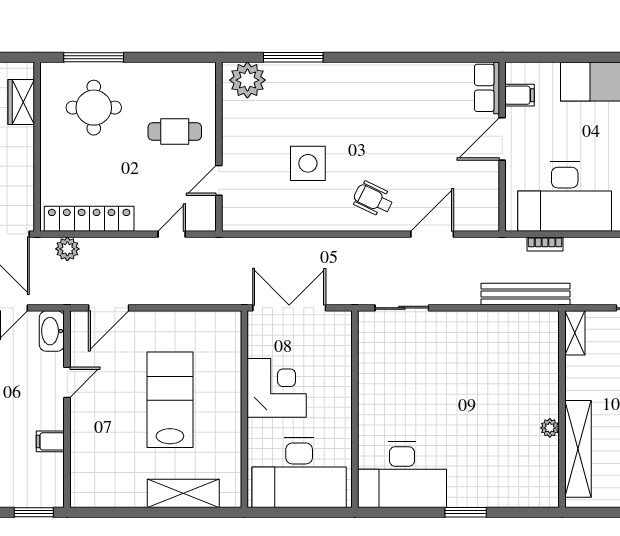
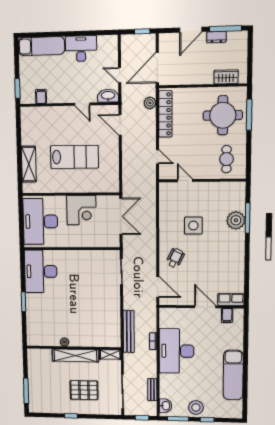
plant: (247, 80) -> (236, 220), moved
row of seats: (487, 88) -> (231, 300), moved
filing cabinet: (519, 95) -> (227, 315), moved
round table: (94, 108) -> (223, 115), width x1.36, depth x1.36
cafe table: (175, 131) -> (227, 159), moved
door: (502, 139) -> (205, 307), moved
wall: (502, 147) -> (201, 307), moved
filing cabinet: (50, 441) -> (41, 96), moved
shelving: (578, 449) -> (75, 355), moved

